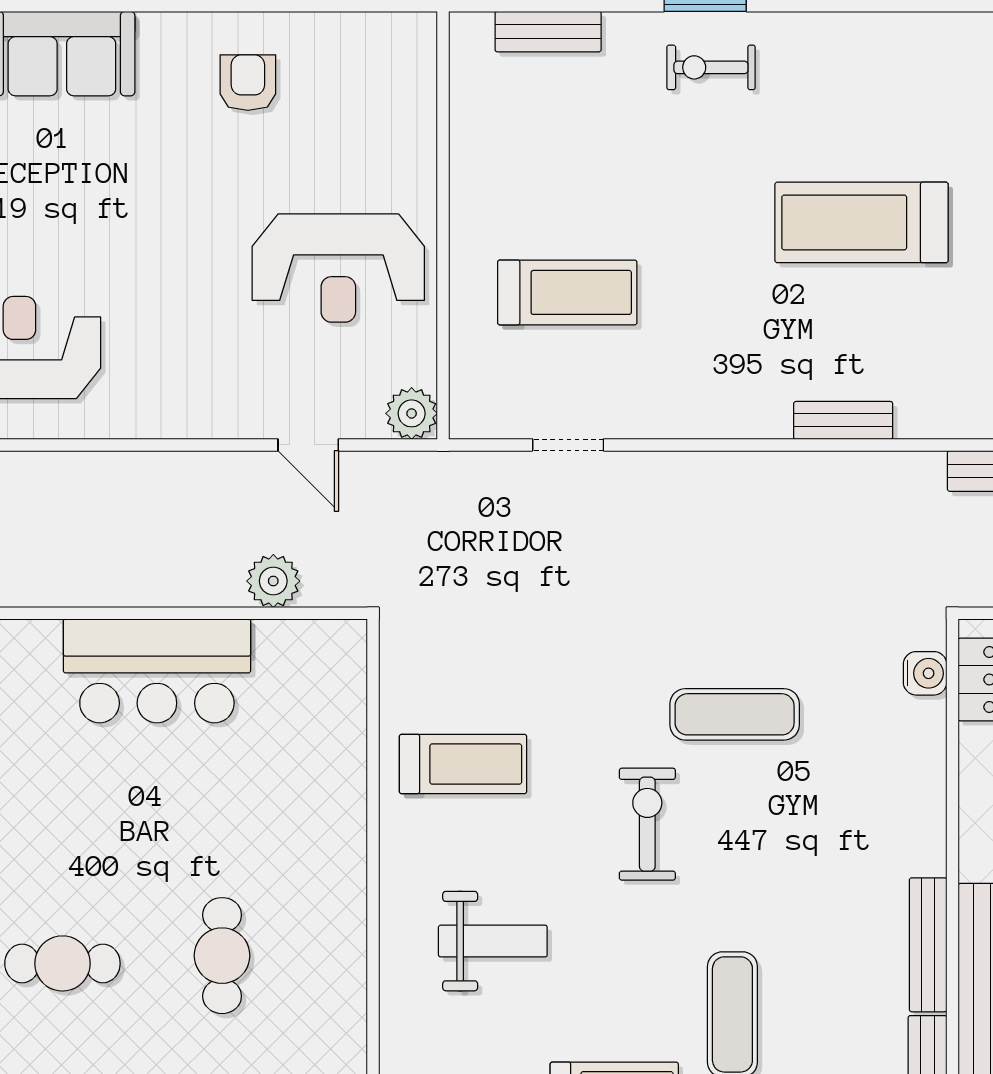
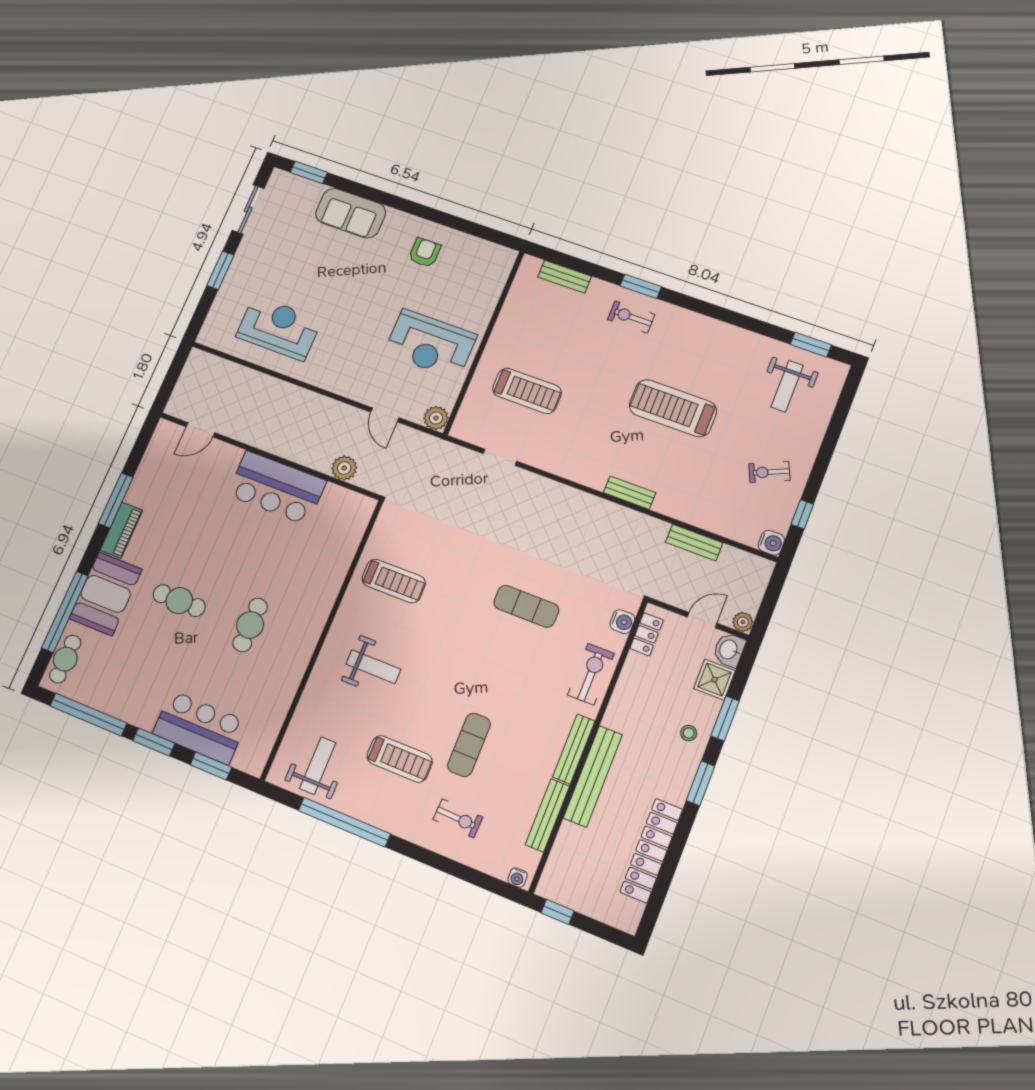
exercise bike: (647, 824) -> (591, 674), moved

